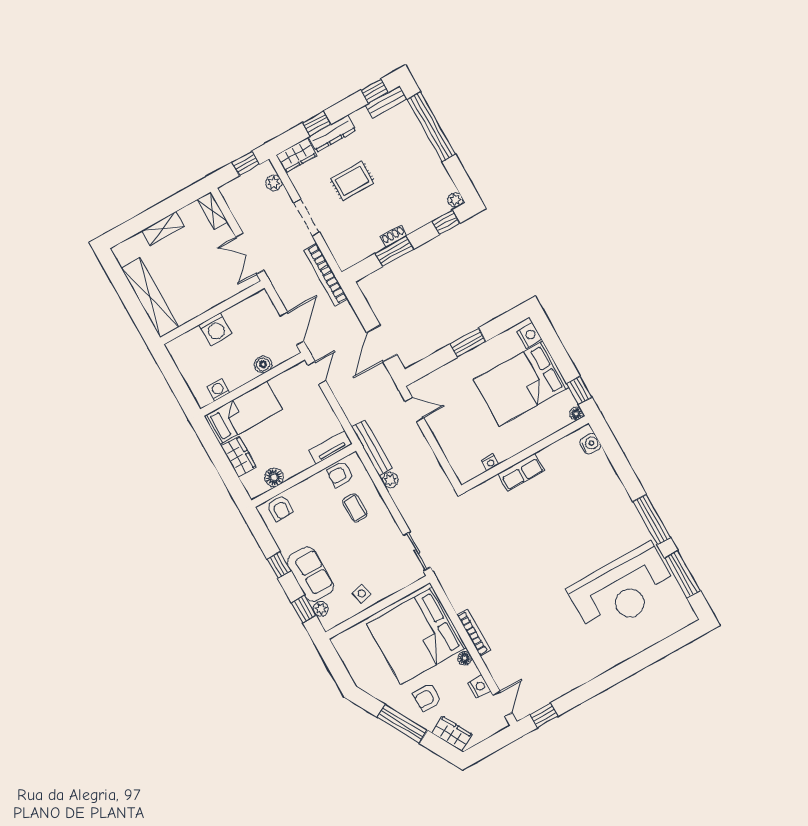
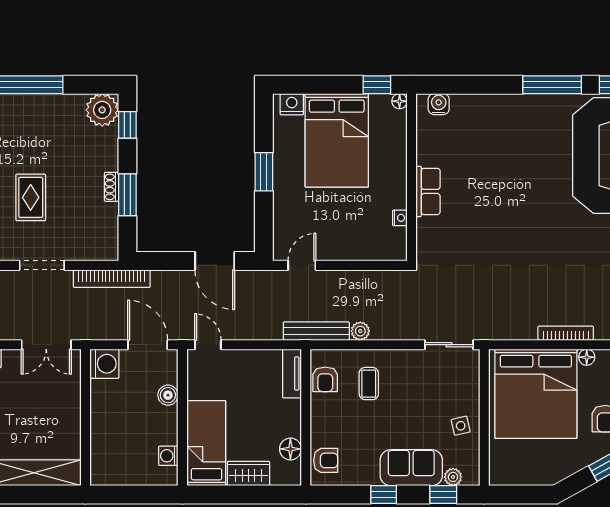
plant: (455, 200) -> (102, 110), width x1.87, depth x1.87
washing machine: (215, 329) -> (104, 364), moved
coffee table: (355, 508) -> (369, 384), turned 90

